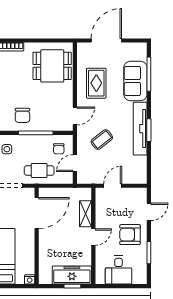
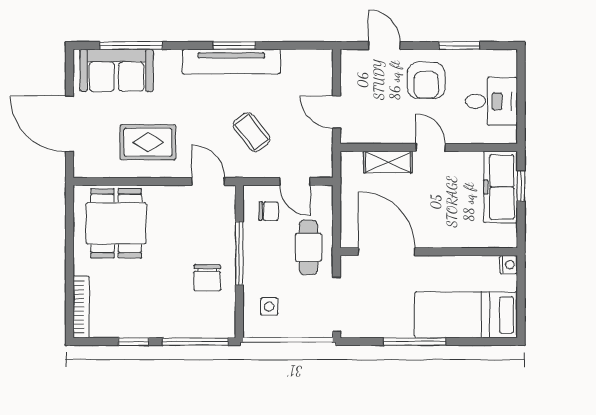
sofa: (135, 81) -> (116, 70), moved
chair: (22, 115) -> (207, 278), turned 90

